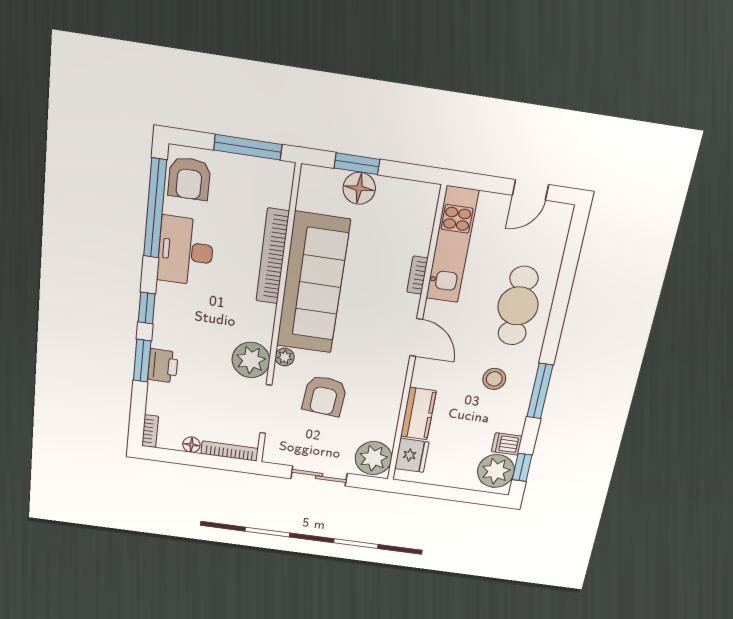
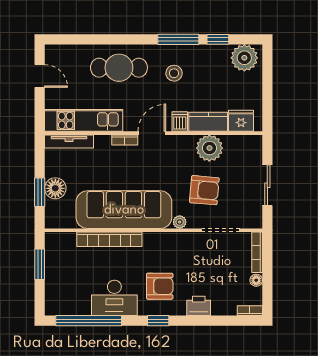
window: (248, 147) -> (40, 264), width x0.69
armchair: (189, 179) -> (160, 286), moved
tv unit: (425, 219) -> (69, 141), added
bookcase: (417, 275) -> (125, 140), moved
plant: (251, 360) -> (185, 245), removed
window: (142, 361) -> (197, 321), removed
dishwasher: (507, 444) -> (180, 122), moved, turned 180
plant: (373, 458) -> (209, 148), moved
window: (522, 467) -> (218, 39), moved

